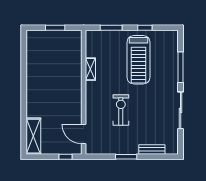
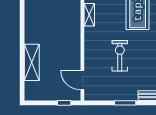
shelving: (33, 136) -> (32, 62), moved

